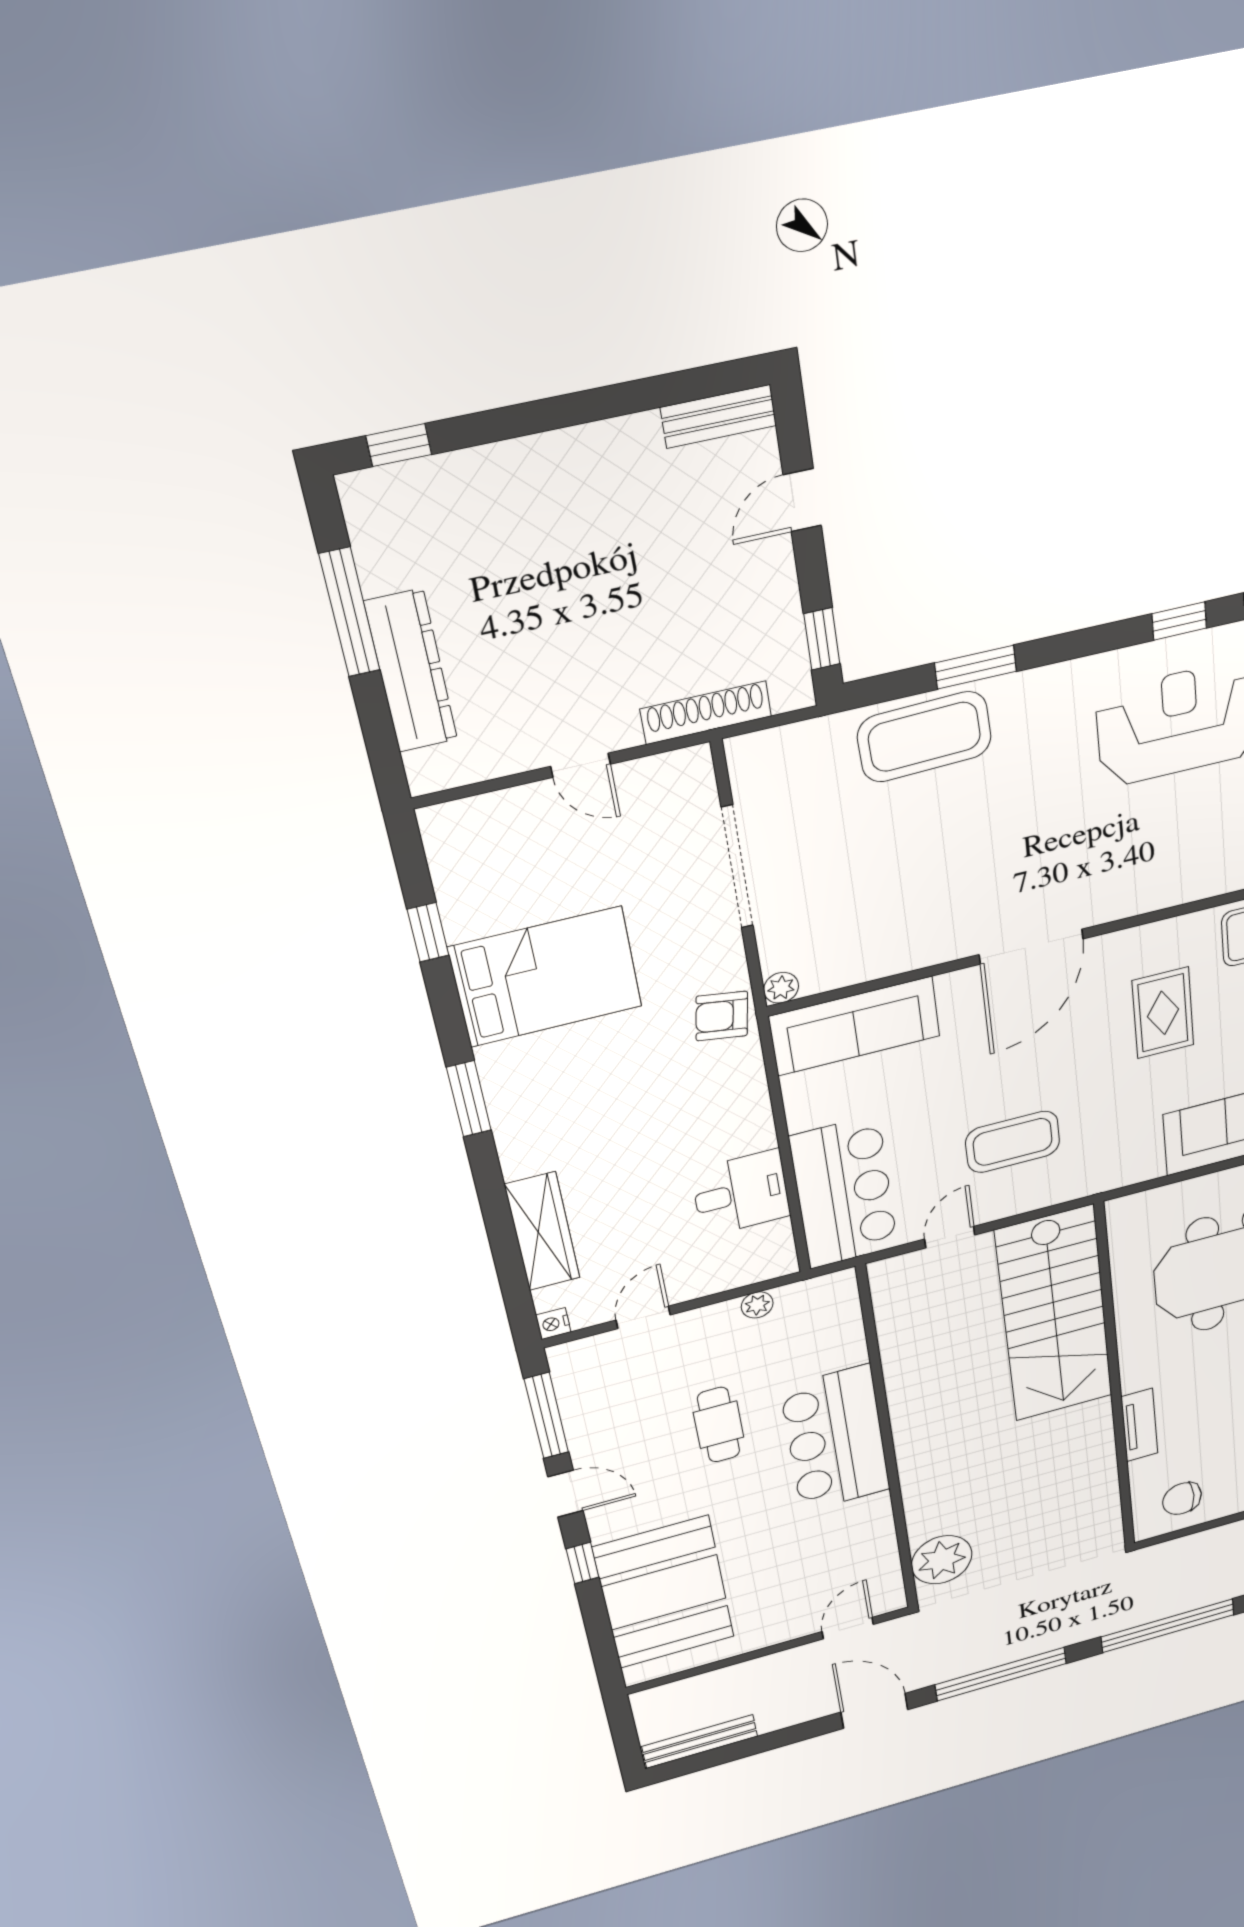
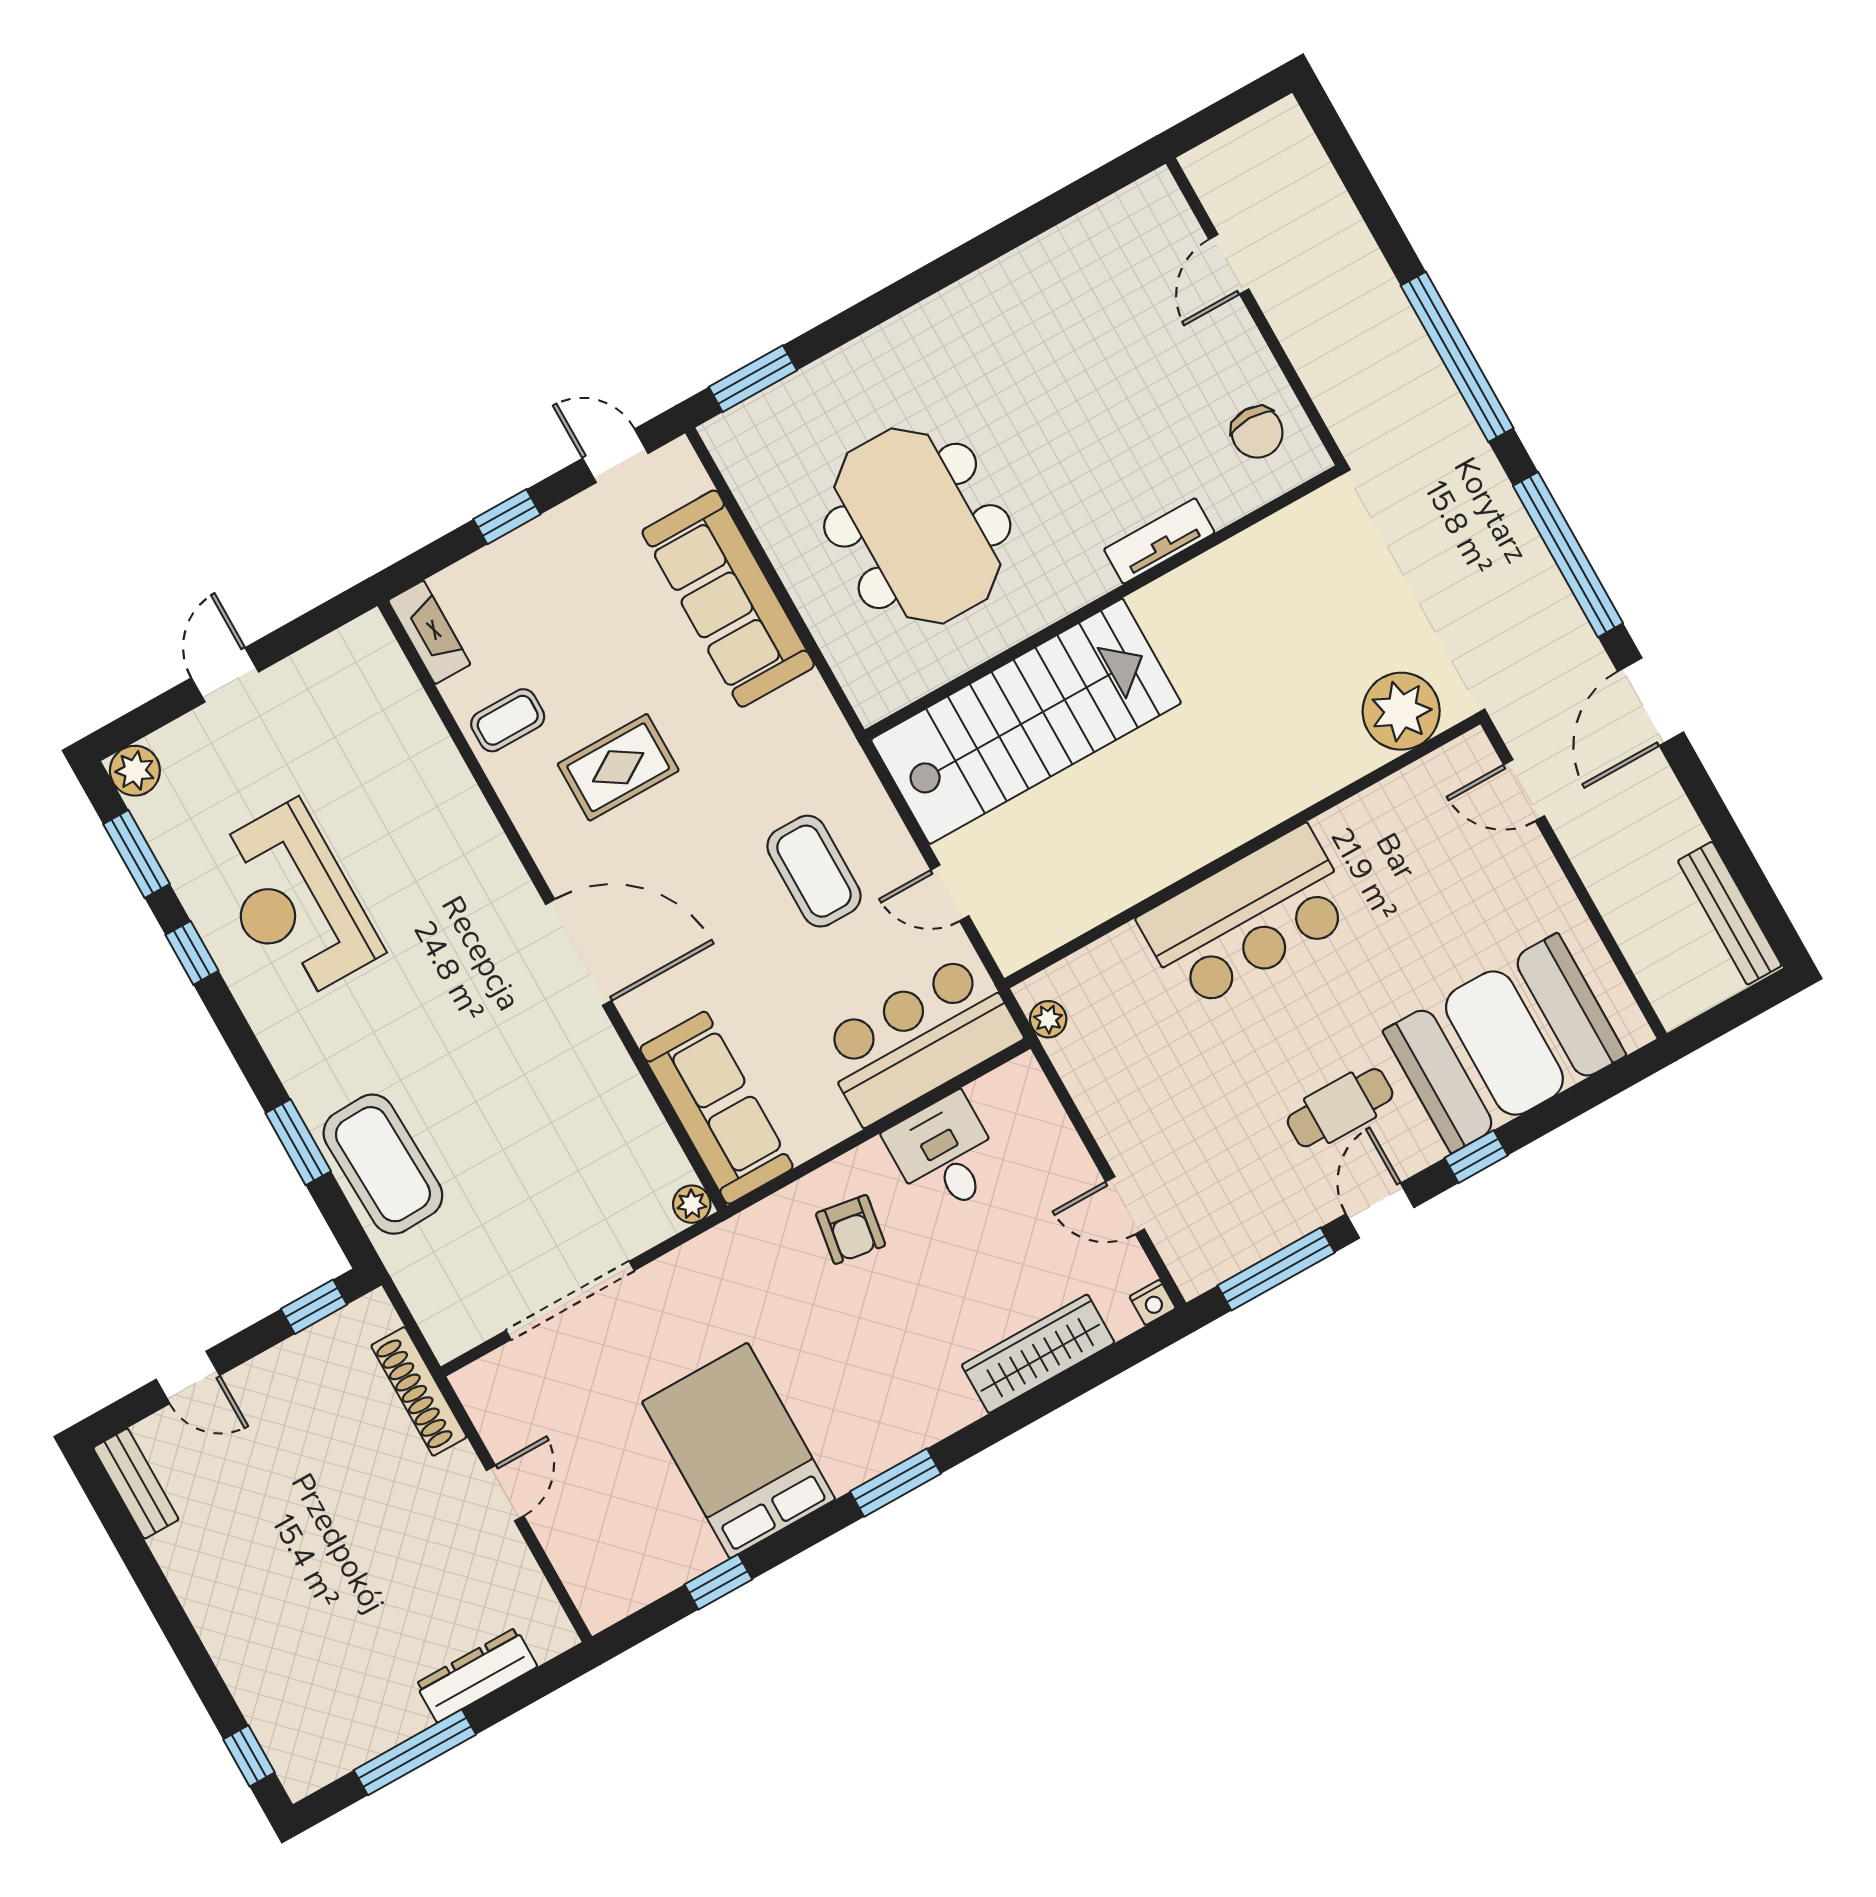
dresser: (411, 671) -> (476, 1675), width x0.73, depth x0.80
armchair: (722, 1016) -> (851, 1229), moved
plant: (757, 1305) -> (1048, 1019), moved
cafe table: (719, 1425) -> (1340, 1108), moved

